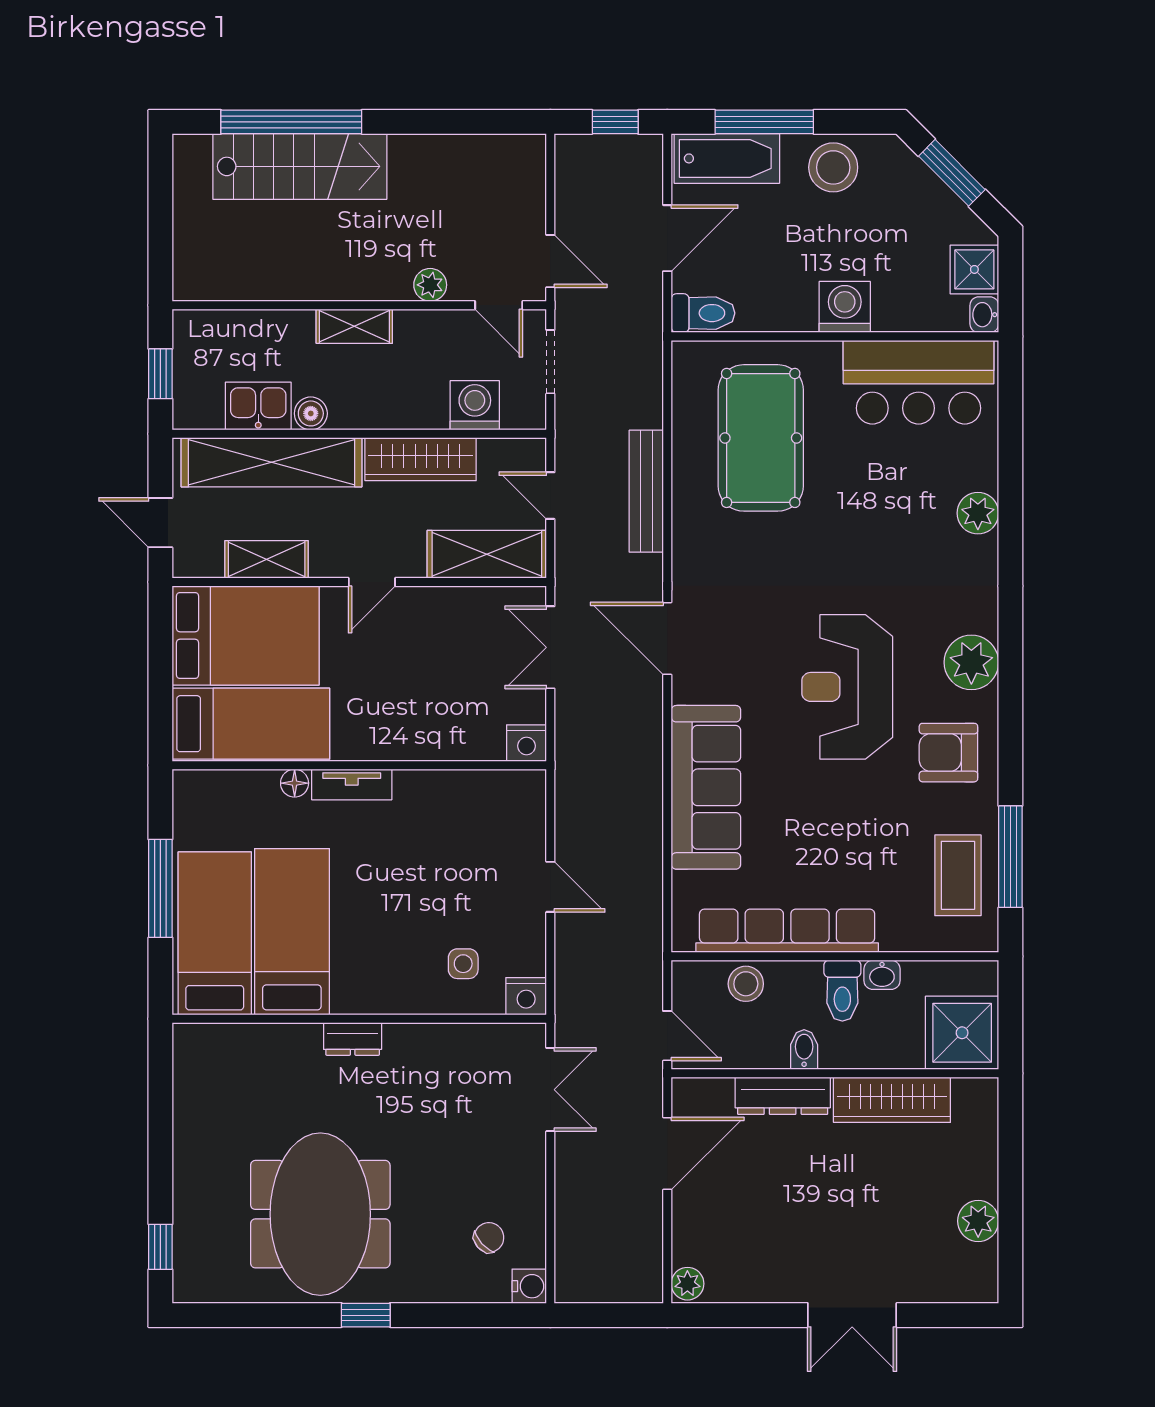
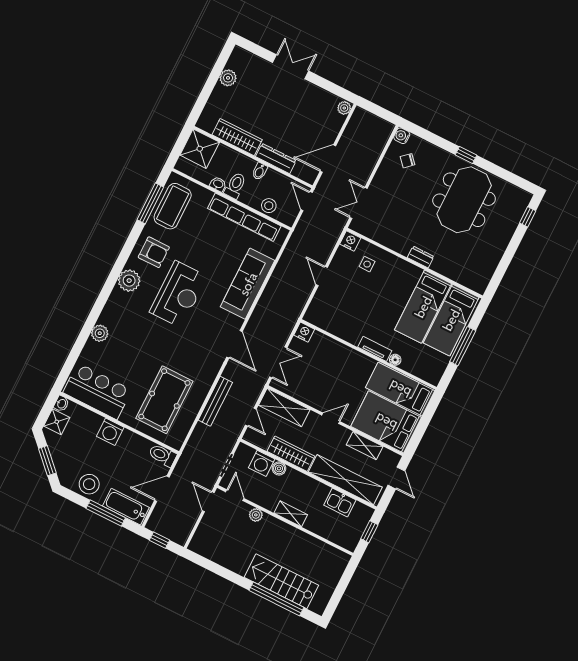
boiler: (311, 413) -> (279, 468), moved
coffee table: (958, 875) -> (173, 206), width x1.36, depth x1.32

